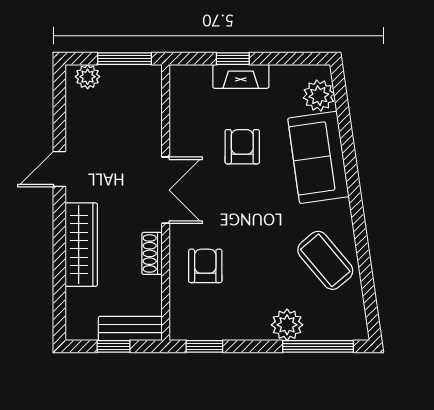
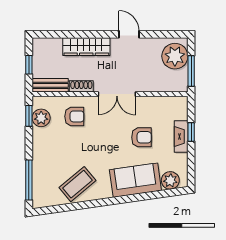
plant: (88, 77) -> (175, 56), width x1.87, depth x1.87
plant: (287, 325) -> (41, 118), moved
bench: (130, 328) -> (50, 85), moved, turned 90

